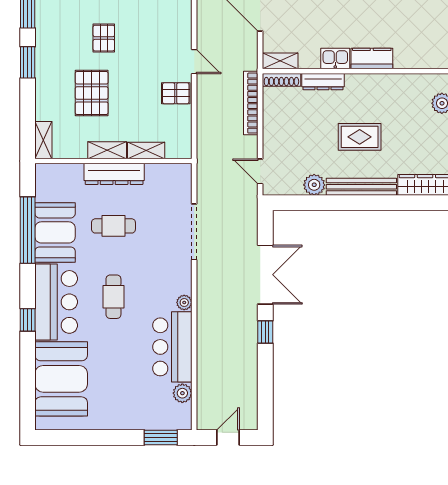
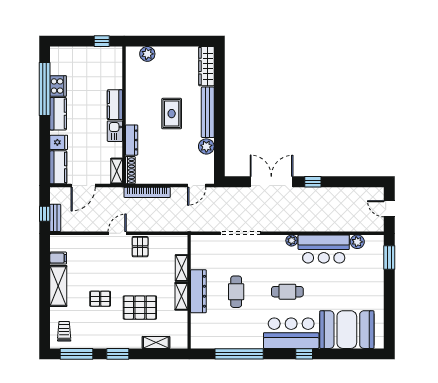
shelving: (43, 140) -> (156, 342), moved
booth: (55, 232) -> (241, 334), removed

